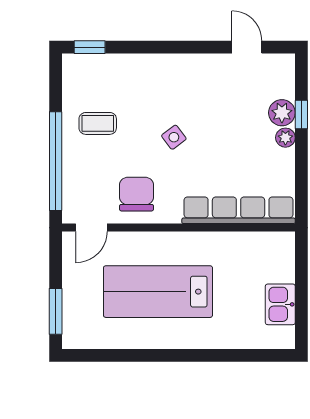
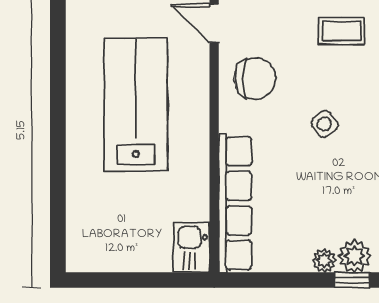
coffee table: (98, 123) -> (341, 31), turned 90
kitchen sink: (280, 304) -> (191, 247), moved, turned -90

